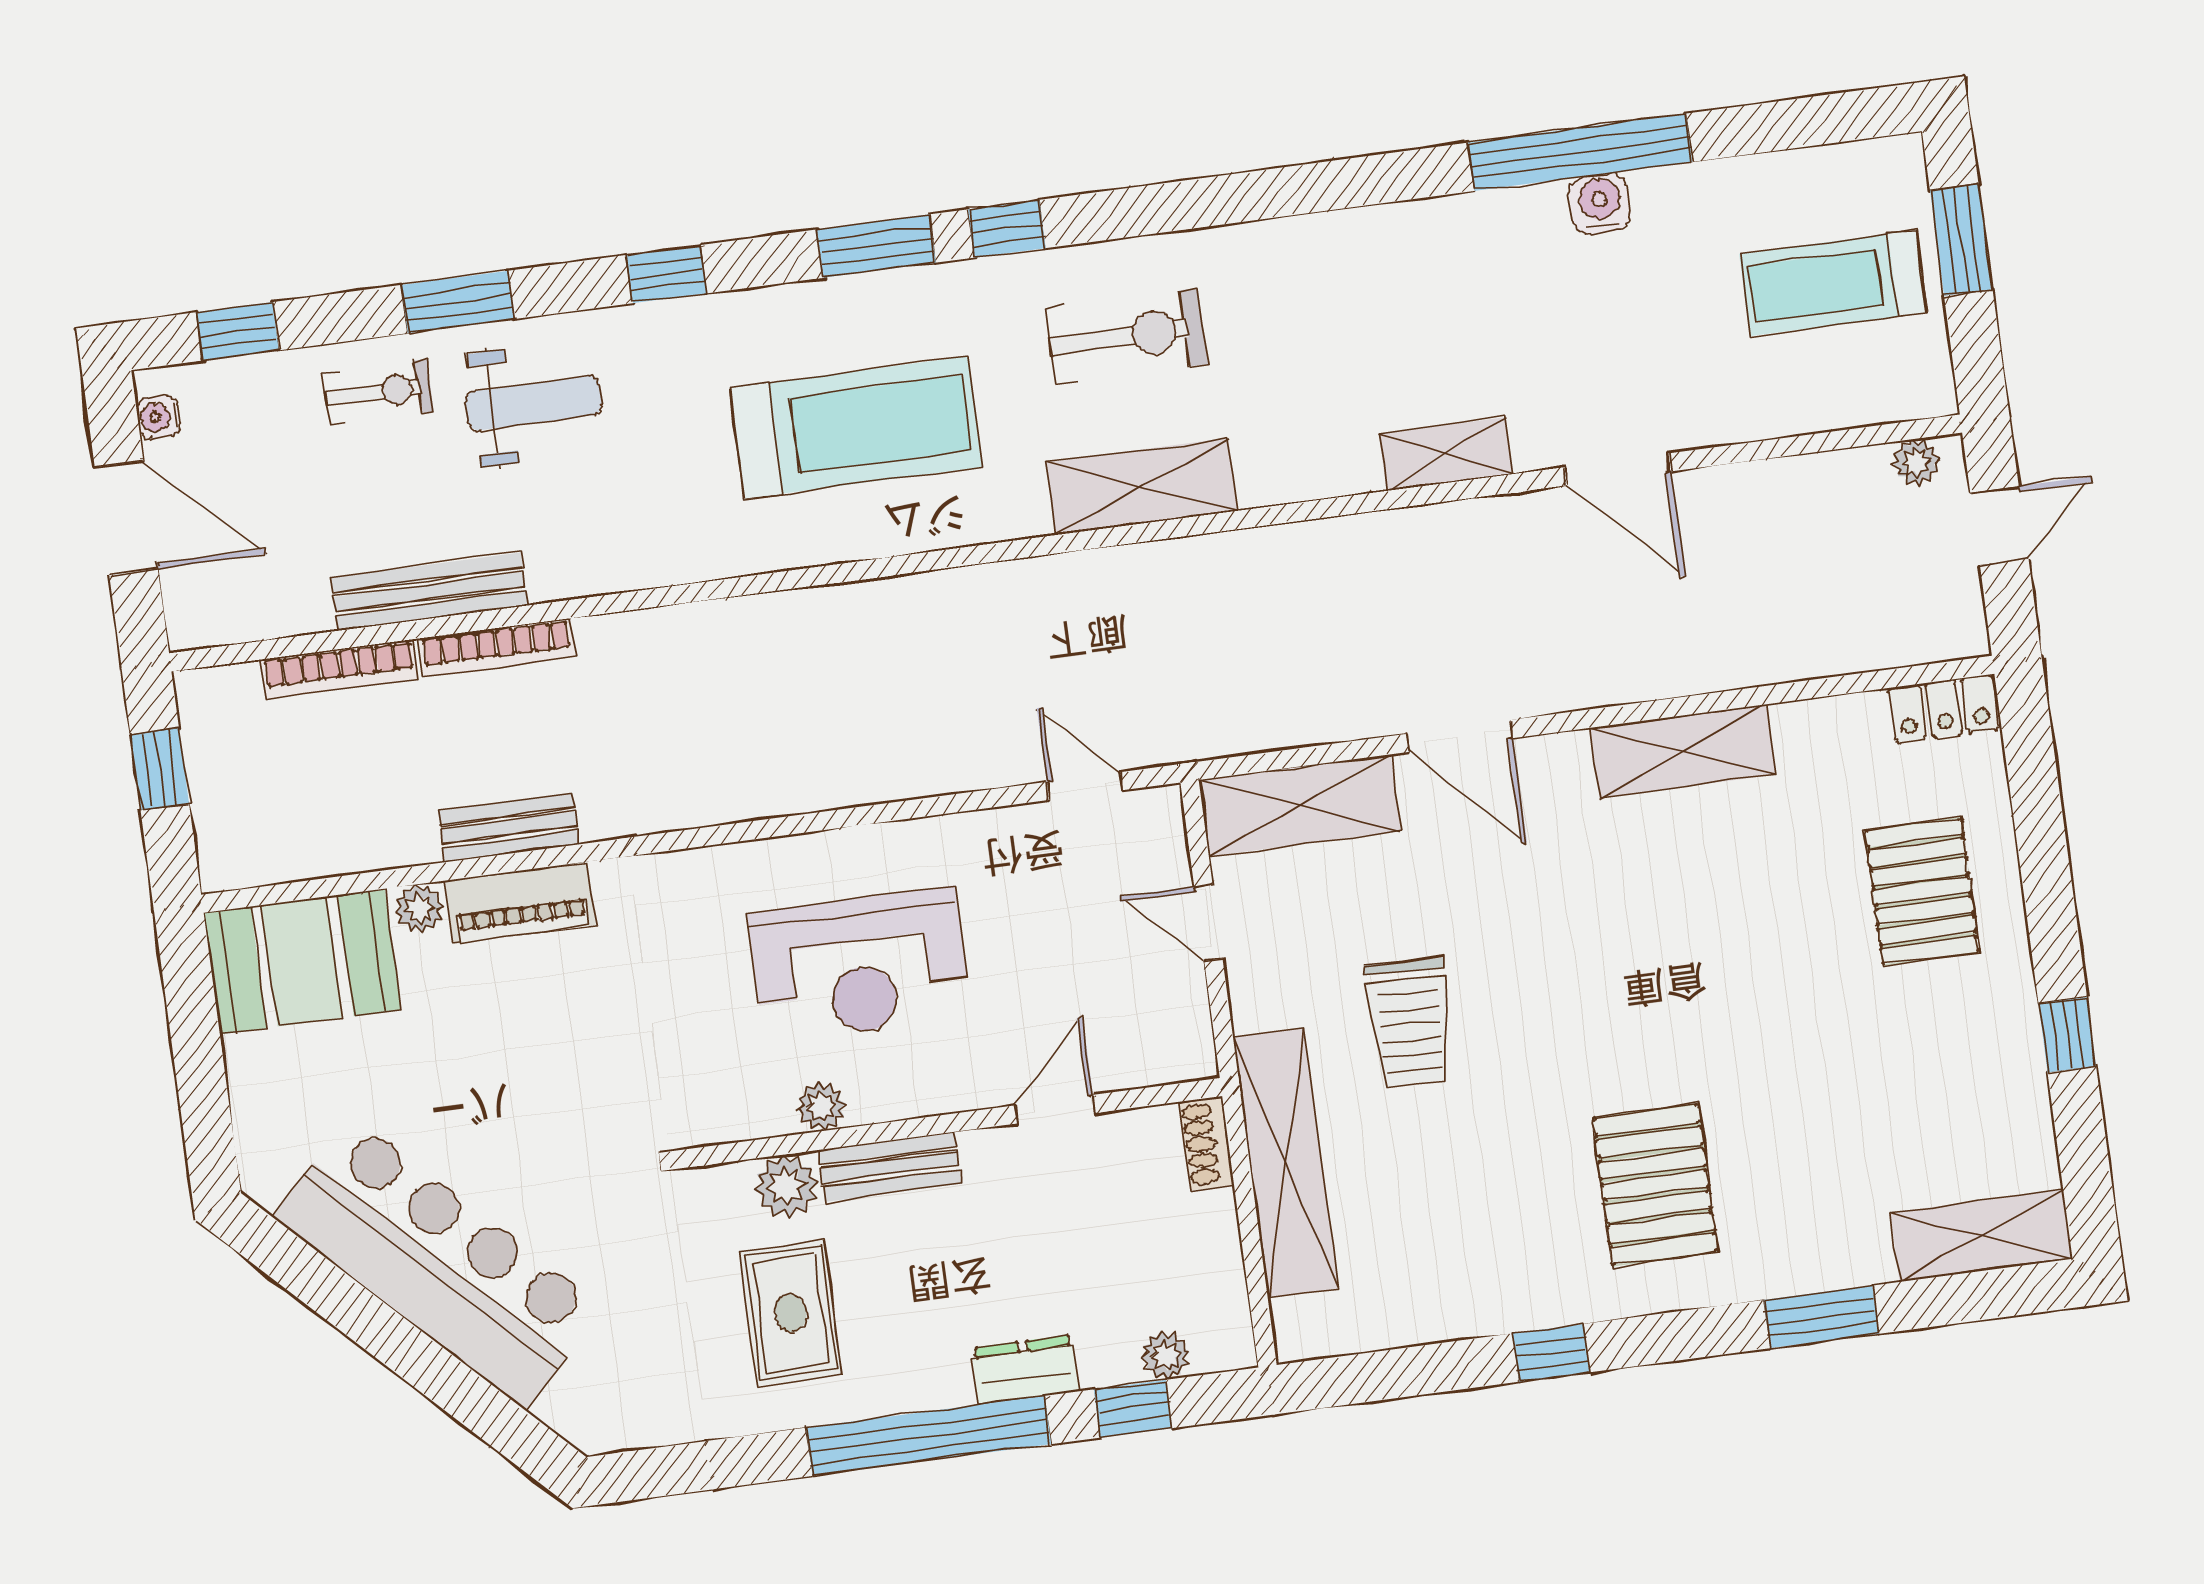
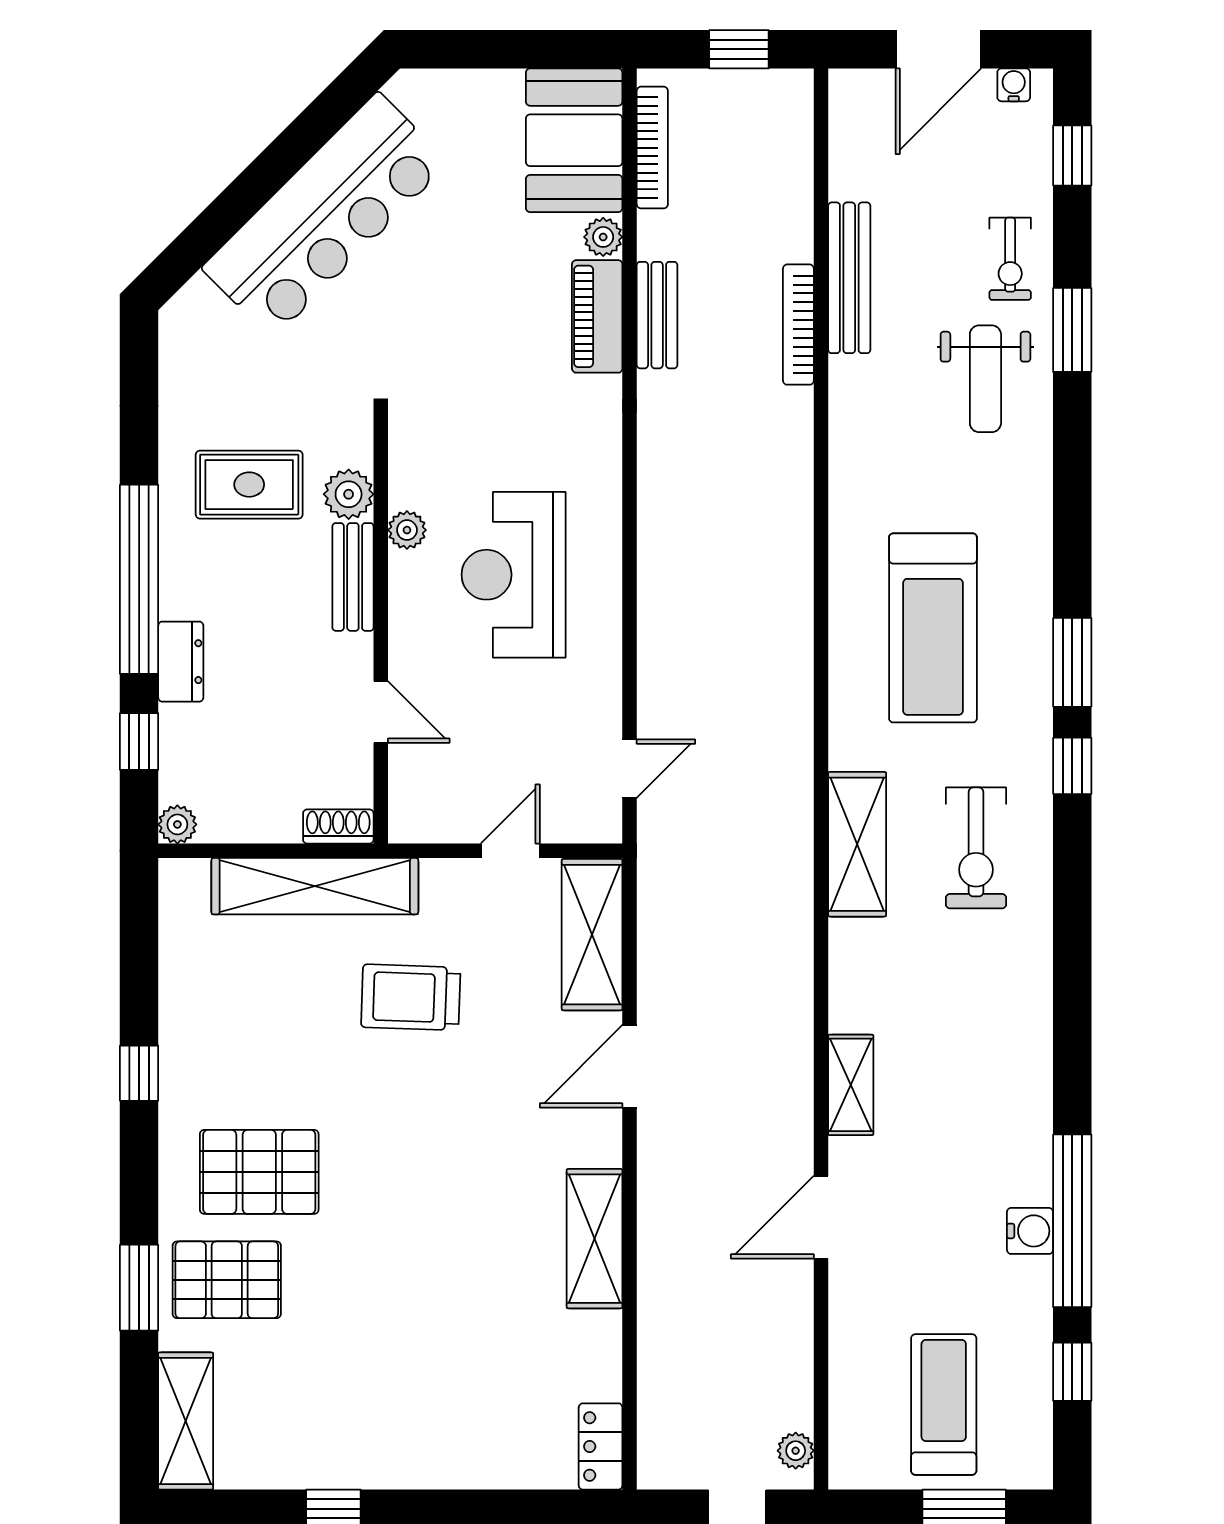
window: (667, 274) -> (1072, 1372), moved
bookcase: (339, 669) -> (652, 148), moved, turned 180
pallet: (1922, 891) -> (227, 1280), moved
plant: (1166, 1355) -> (177, 824), moved

